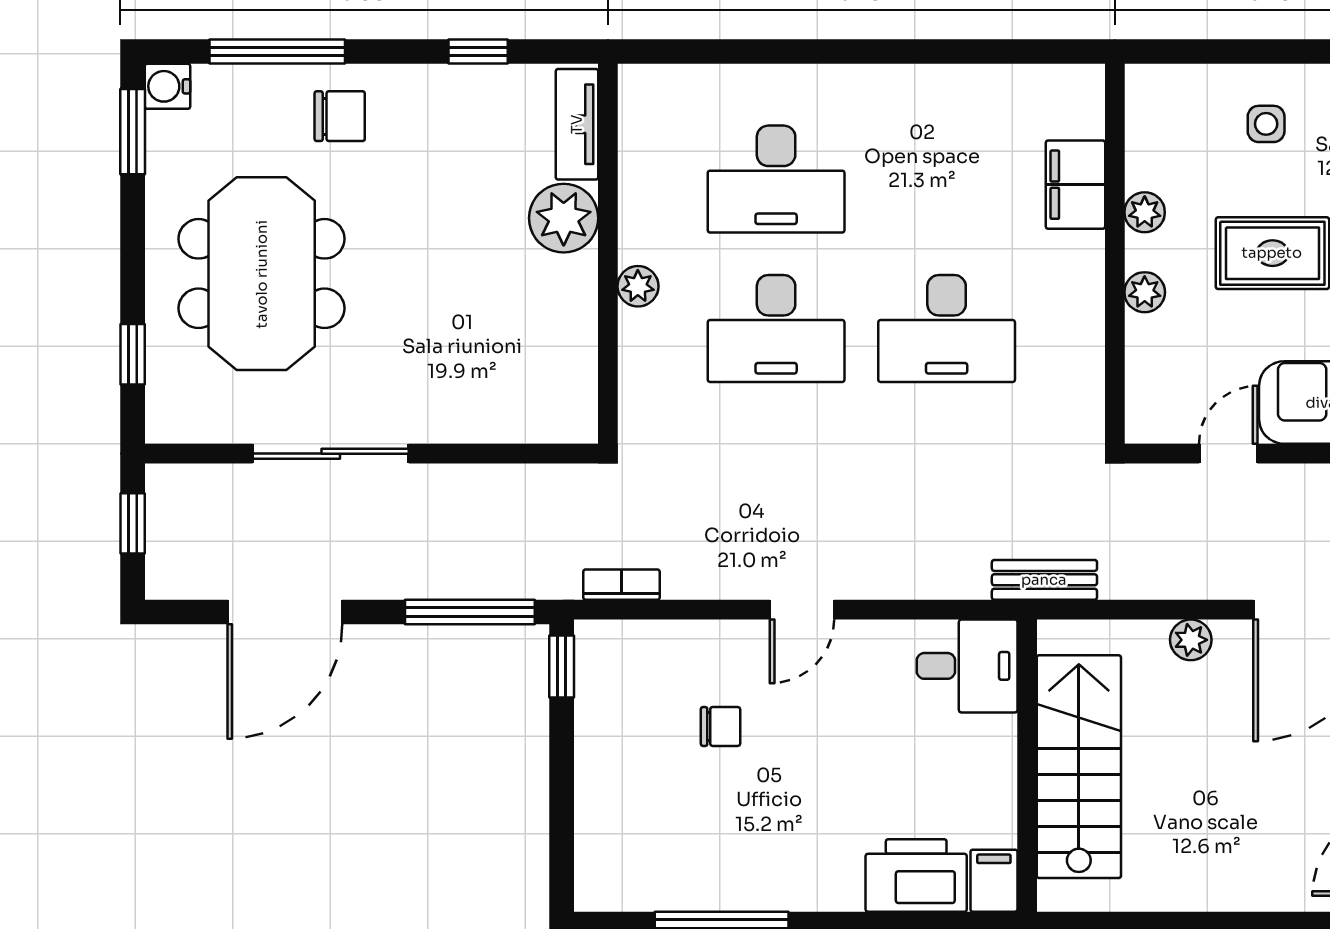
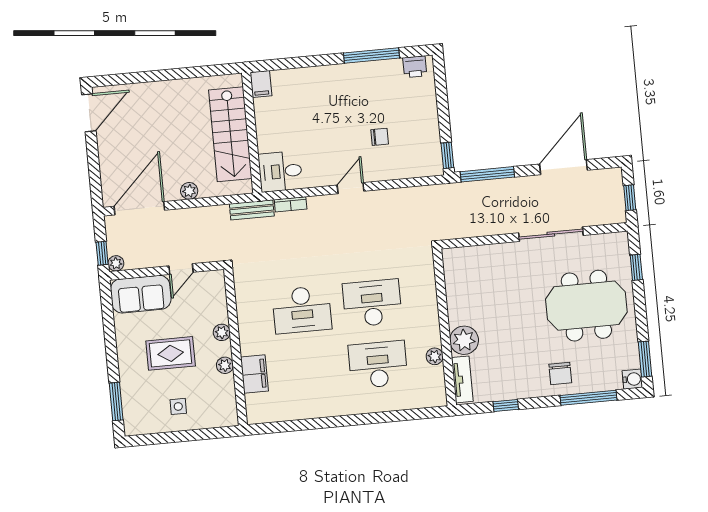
chair: (340, 116) -> (560, 374), turned -90
meeting table: (262, 274) -> (586, 306), turned 90
plant: (638, 286) -> (435, 356), moved
desk: (947, 329) -> (302, 310), turned 180
bookcase: (621, 585) -> (291, 204), moved
chair: (721, 726) -> (380, 137), turned 180
printer: (916, 875) -> (415, 67), moved, width x0.53, depth x0.68

